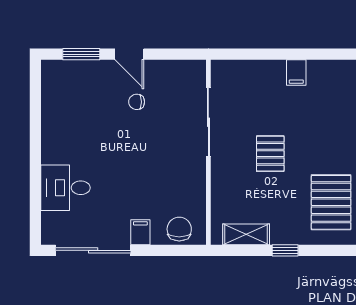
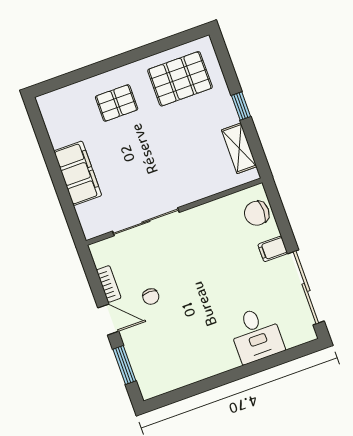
door: (129, 54) -> (108, 320), hinge flipped
bookcase: (163, 67) -> (109, 284), added
filing cabinet: (296, 73) -> (78, 173), width x3.00, depth x1.17
pallet: (270, 154) -> (117, 103), moved

